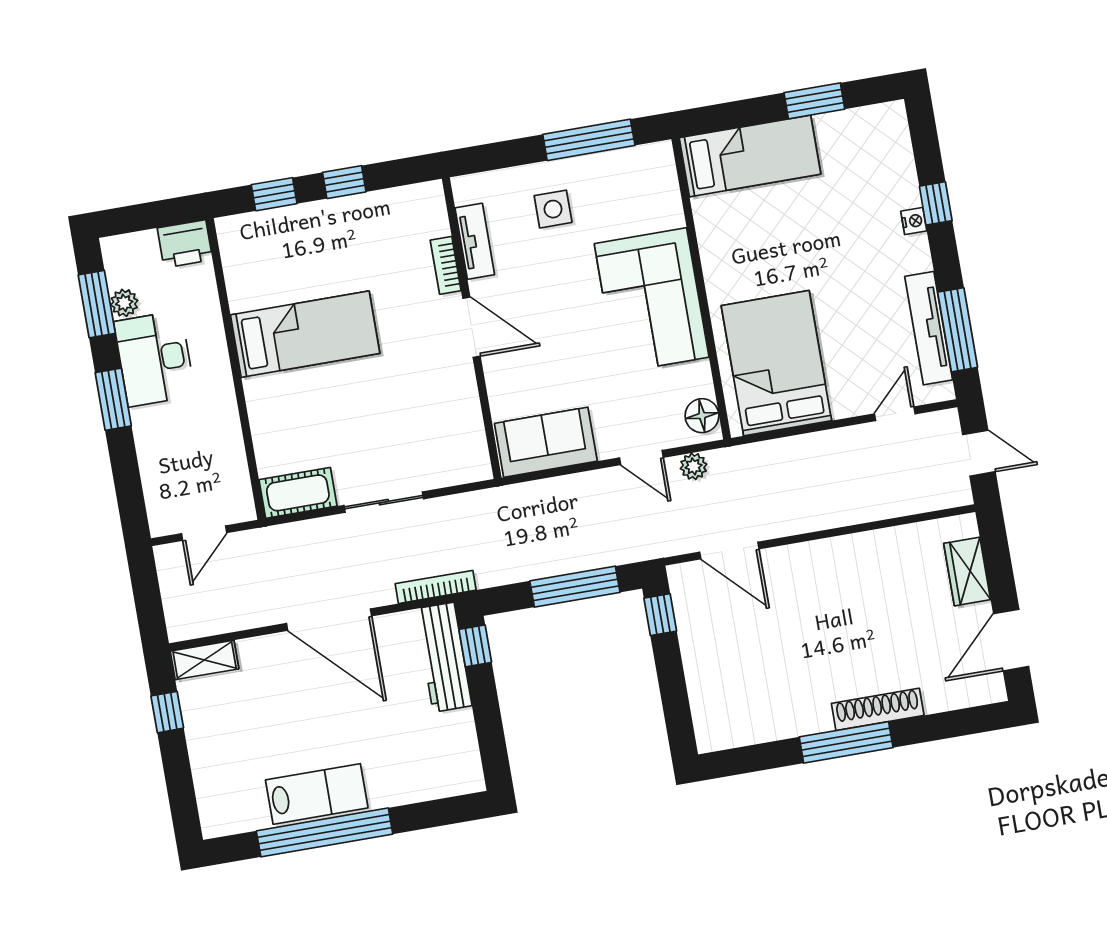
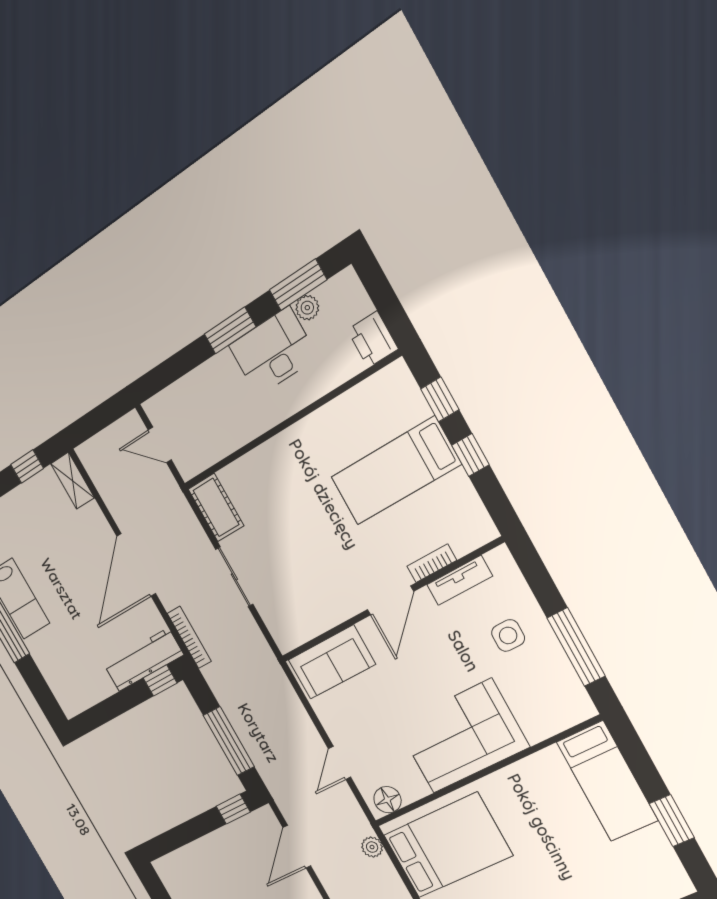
bed: (305, 334) -> (396, 471), moved, turned 90
sofa: (546, 442) -> (332, 662), moved, turned 90
plant: (694, 466) -> (372, 847), moved

